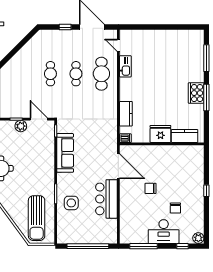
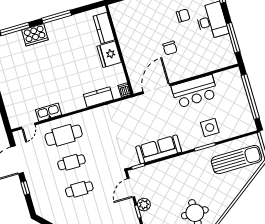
cooker: (196, 93) -> (35, 35), moved

